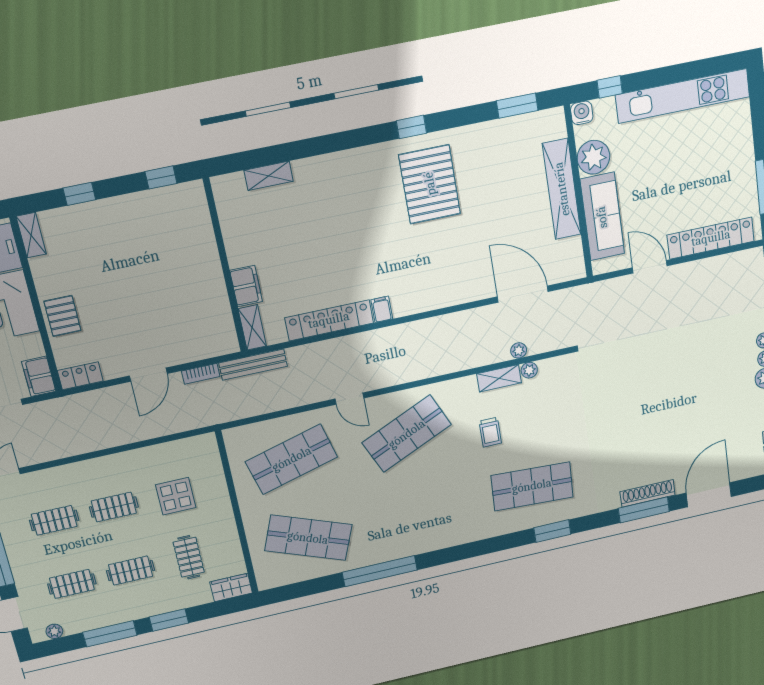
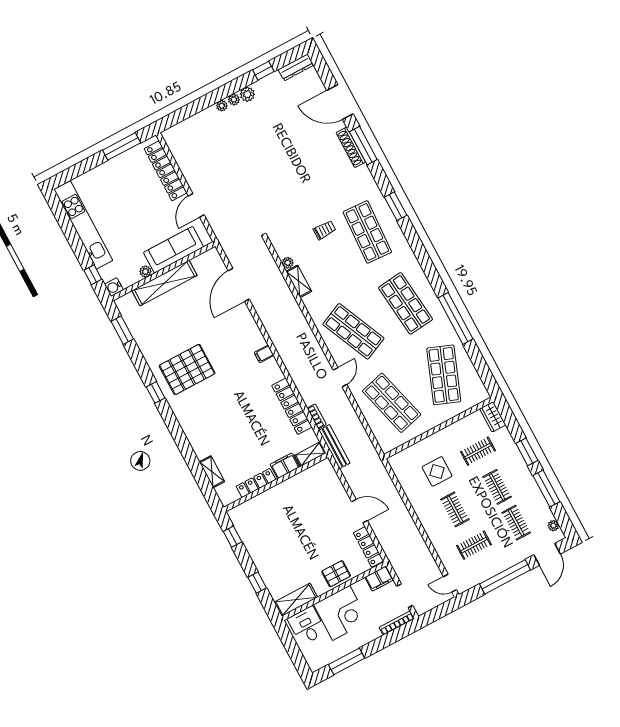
plant: (593, 157) -> (145, 272), width x0.53, depth x0.53
shelving: (31, 235) -> (296, 600), width x1.50, depth x1.33
locker: (233, 237) -> (256, 483), added
filing cabinet: (382, 309) -> (264, 354), moved
plant: (519, 350) -> (276, 275), removed
bookcase: (201, 374) -> (317, 416), moved
locker: (80, 376) -> (368, 547), width x1.53
trolley: (490, 432) -> (325, 230), moved
shop shelf: (421, 512) -> (406, 303), added
clothes rail: (54, 520) -> (474, 545), turned 90

